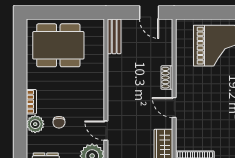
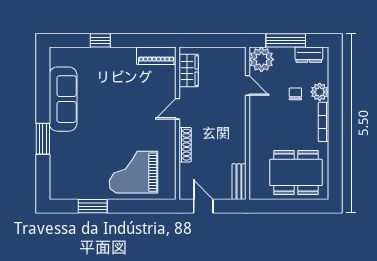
shoe rack: (167, 78) -> (185, 145), width x1.43
bookcase: (31, 102) -> (324, 122), width x1.56
door: (174, 108) -> (178, 109), swing flipped

